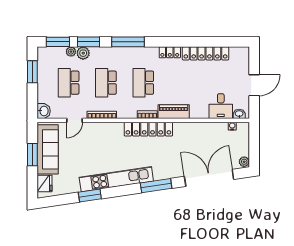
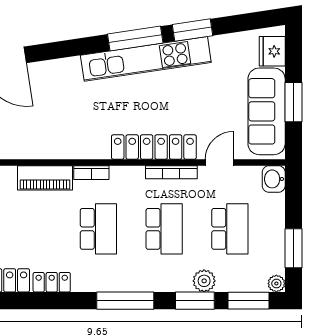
plant: (71, 52) -> (276, 284), moved
locker: (148, 129) -> (154, 147), moved
window: (156, 186) -> (135, 39), moved

